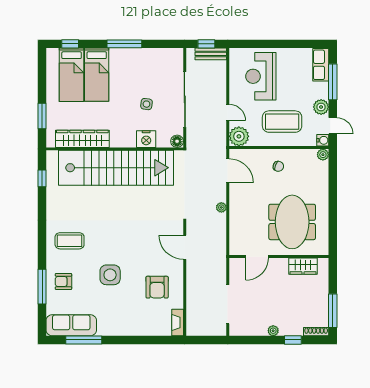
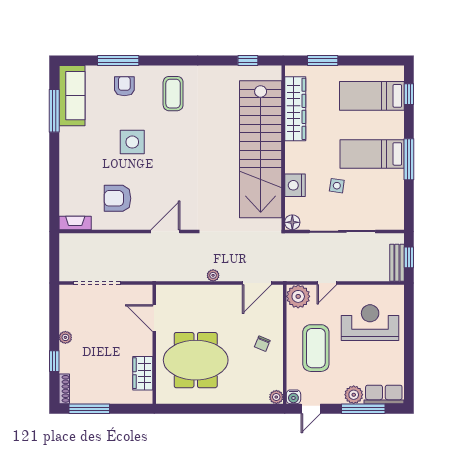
bed: (97, 75) -> (372, 154), moved
plant: (321, 107) -> (354, 395), moved

